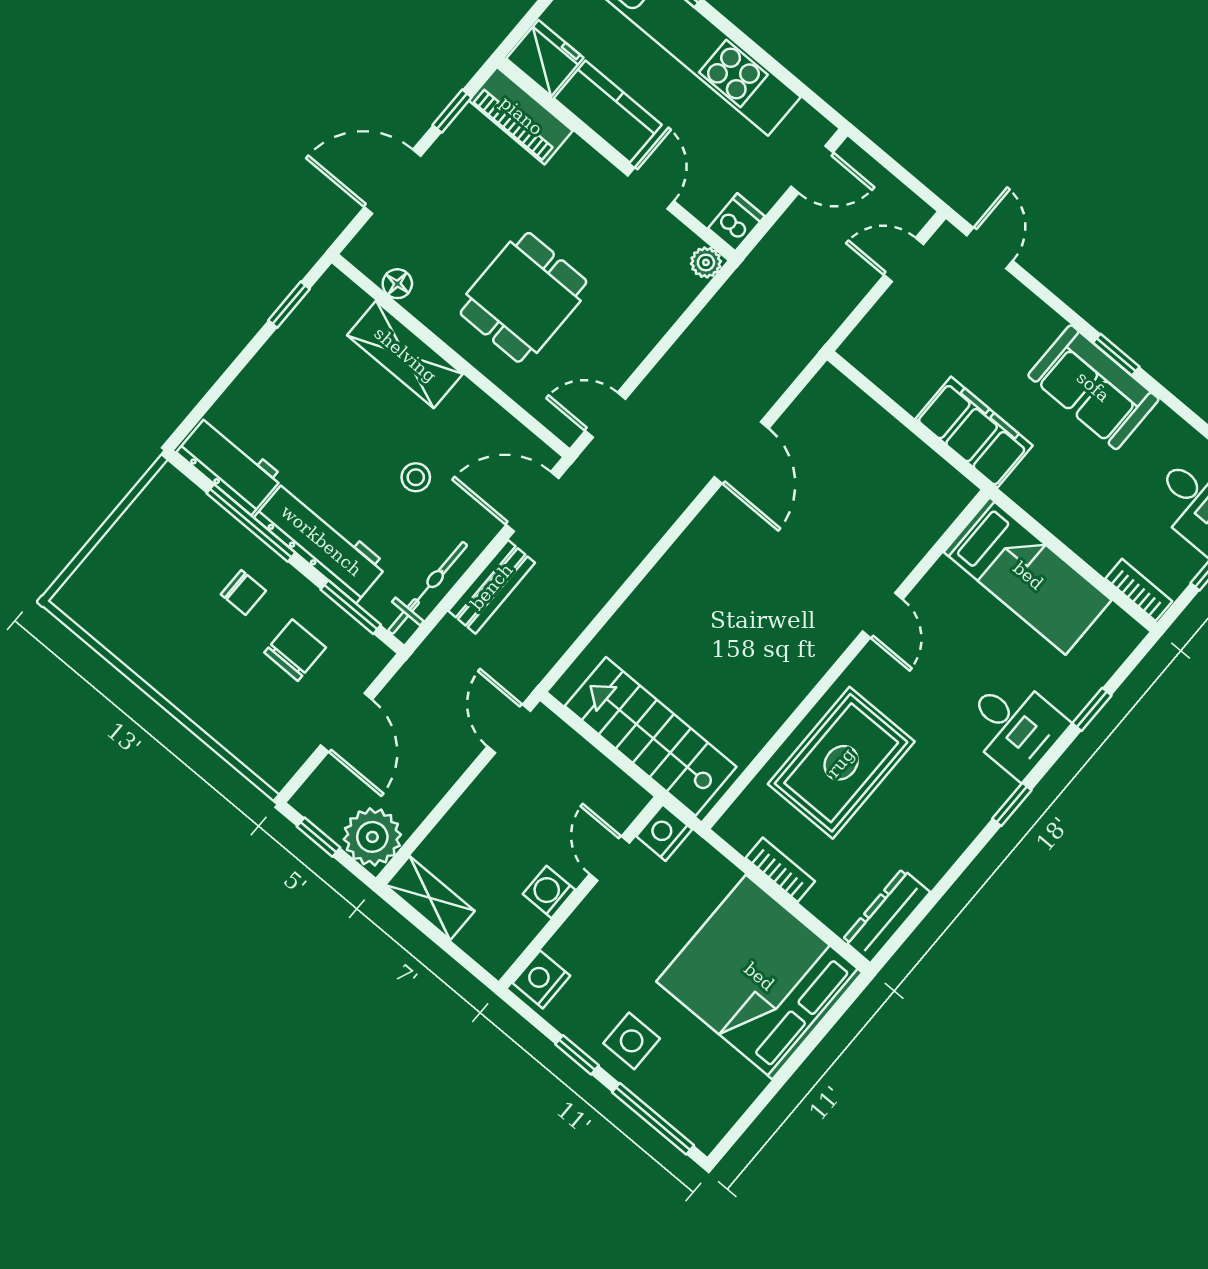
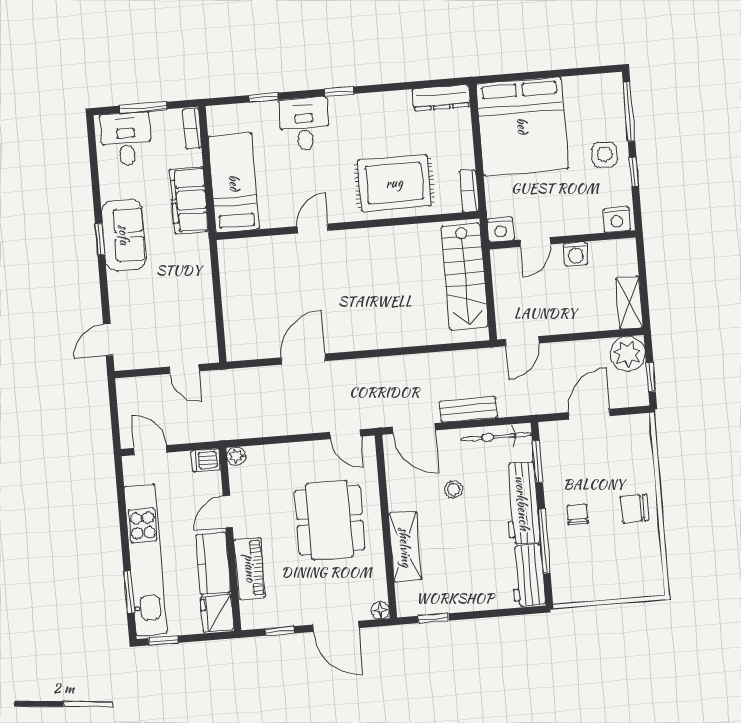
piano: (521, 116) -> (250, 568), moved
door: (904, 260) -> (184, 369), moved
floor lamp: (397, 284) -> (380, 610), moved
dining table: (523, 297) -> (330, 520), width x1.38
filing cabinet: (974, 432) -> (189, 200), moved
chair: (295, 650) -> (635, 508), moved
bookcase: (780, 870) -> (469, 191), moved

